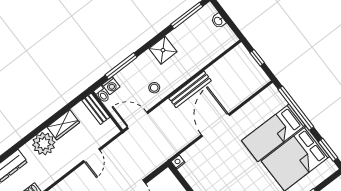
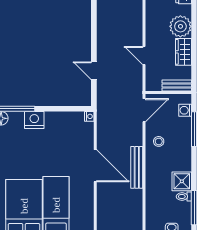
shower: (163, 50) -> (182, 181), moved
toilet: (102, 94) -> (184, 197), moved

